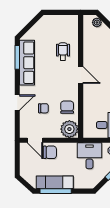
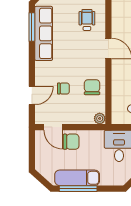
door: (17, 103) -> (32, 95), moved
plant: (69, 129) -> (100, 118), width x0.53, depth x0.53

